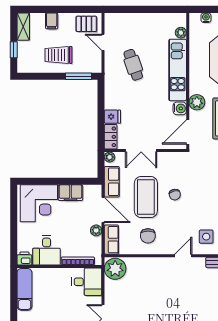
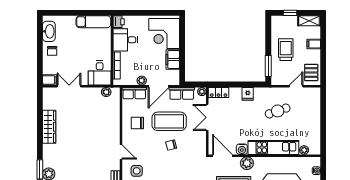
fridge: (112, 117) -> (248, 94), moved
plant: (115, 269) -> (106, 92), width x0.53, depth x0.53

